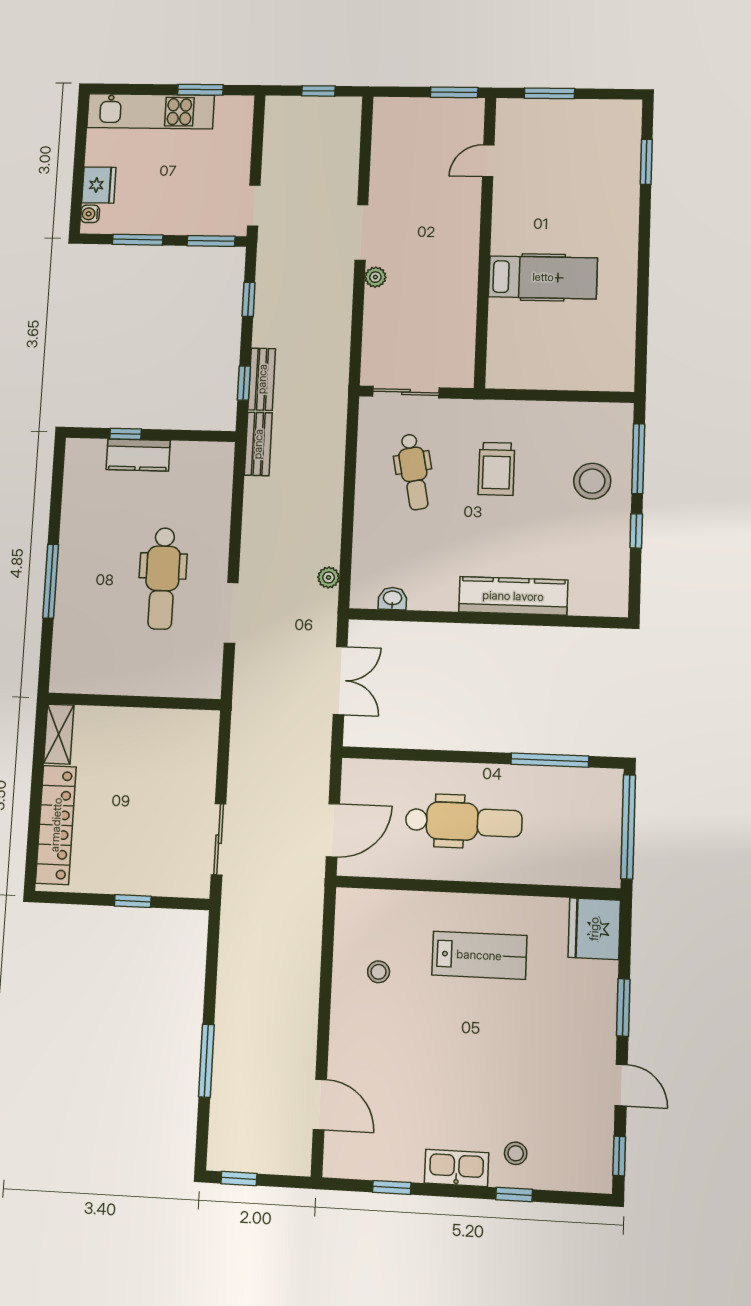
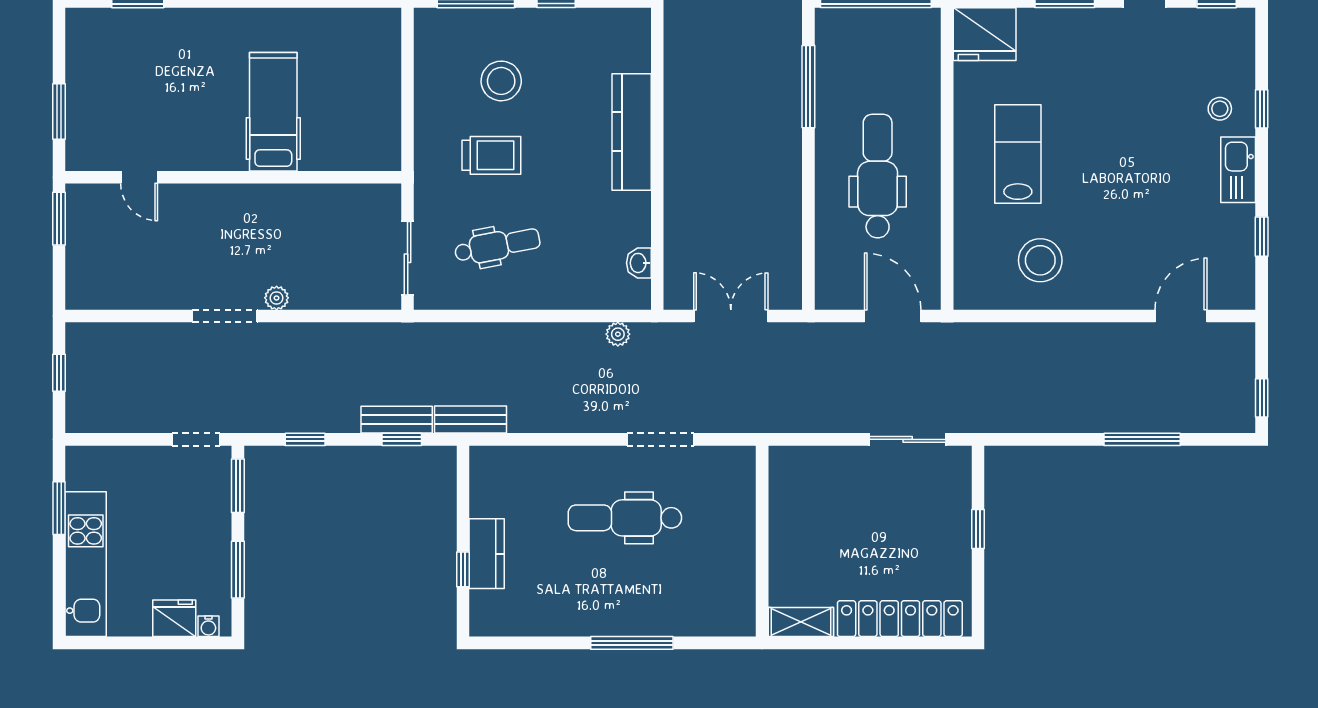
stool: (592, 481) -> (501, 81), moved
dental chair: (162, 579) -> (625, 518), turned 180
stool: (379, 972) -> (1040, 260), width x1.89, depth x1.89

